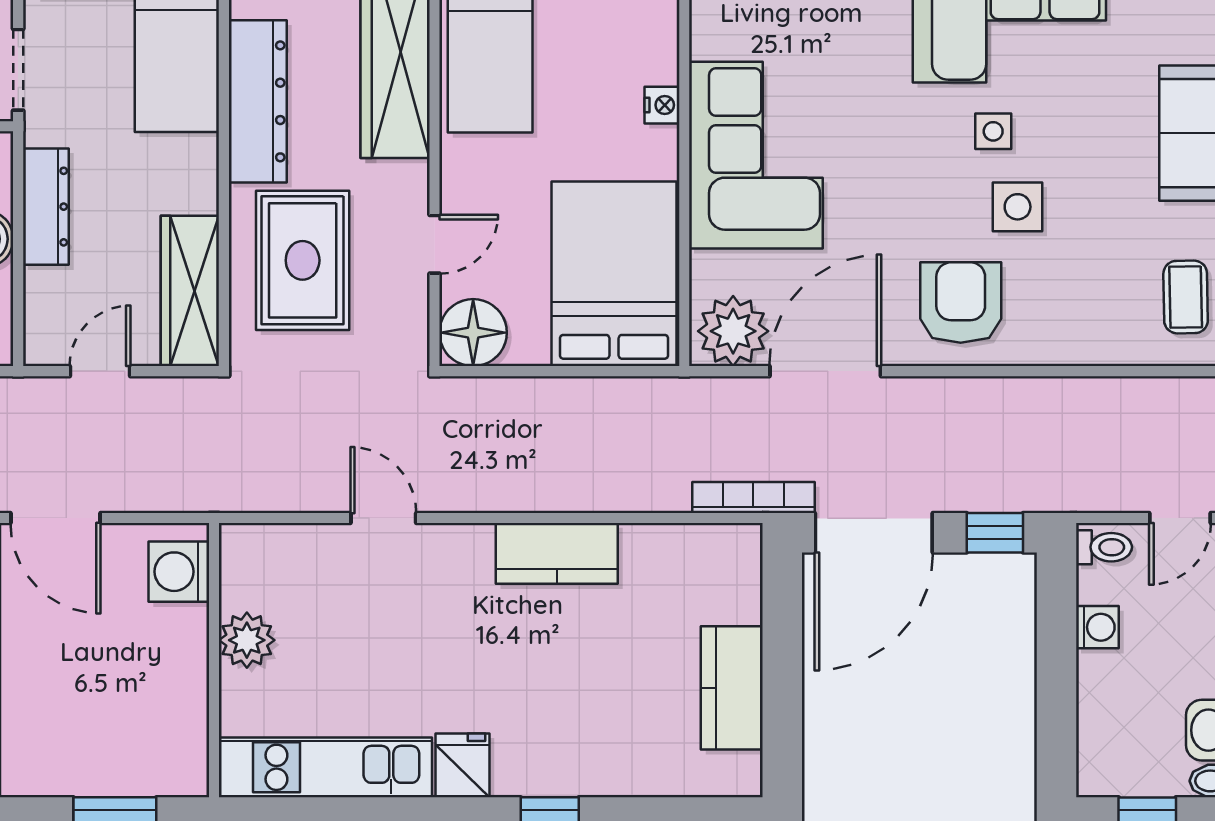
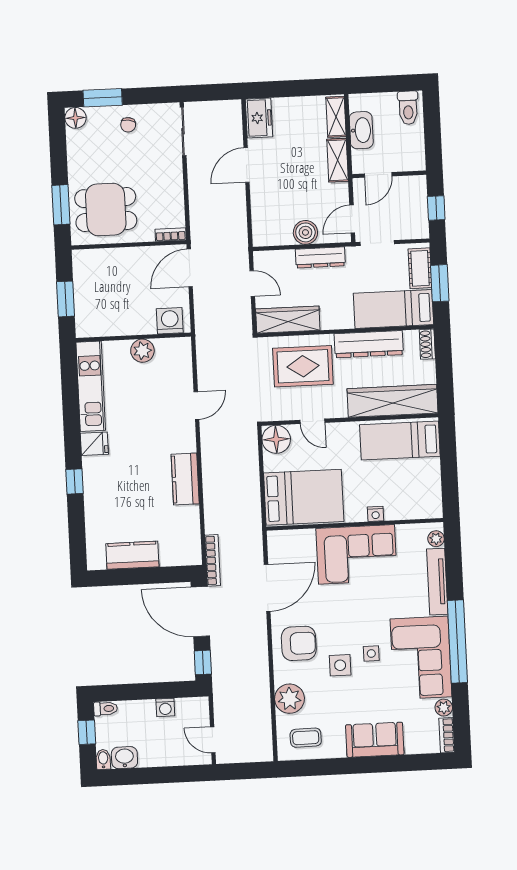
plant: (733, 331) -> (289, 699), moved
door: (825, 371) -> (267, 588), hinge flipped
toilet: (1104, 547) -> (106, 709), moved, turned -90

